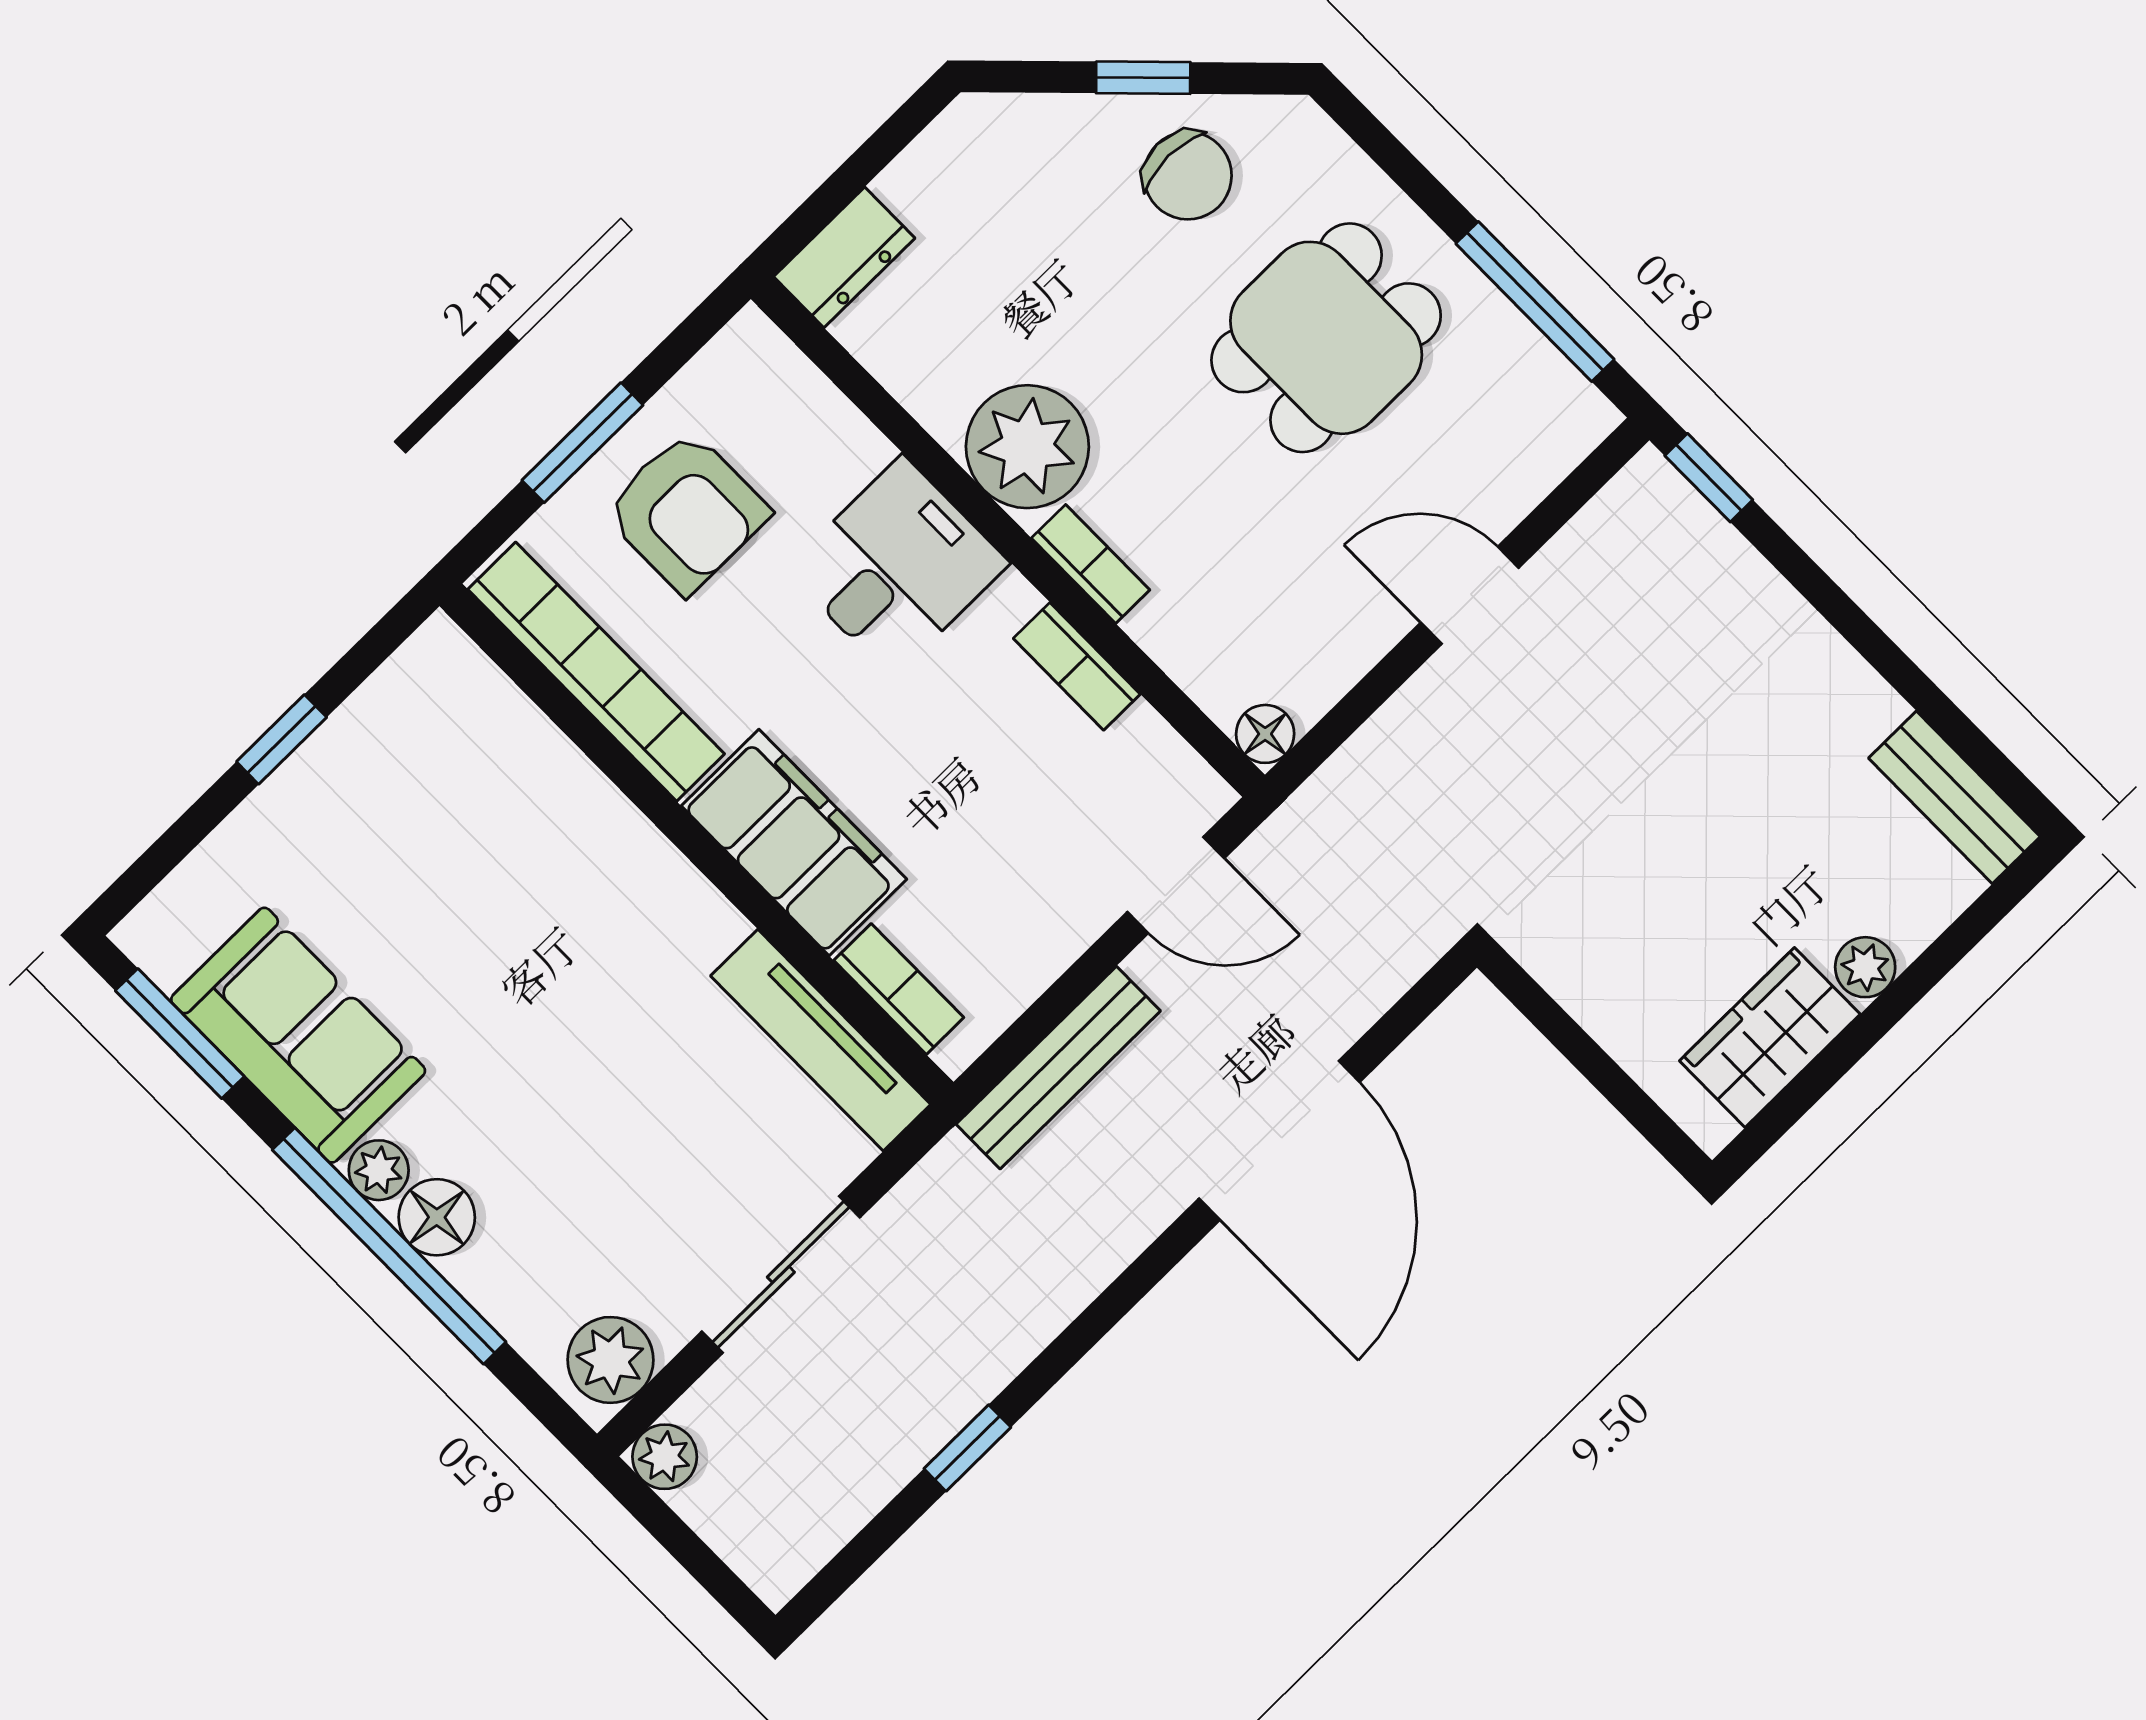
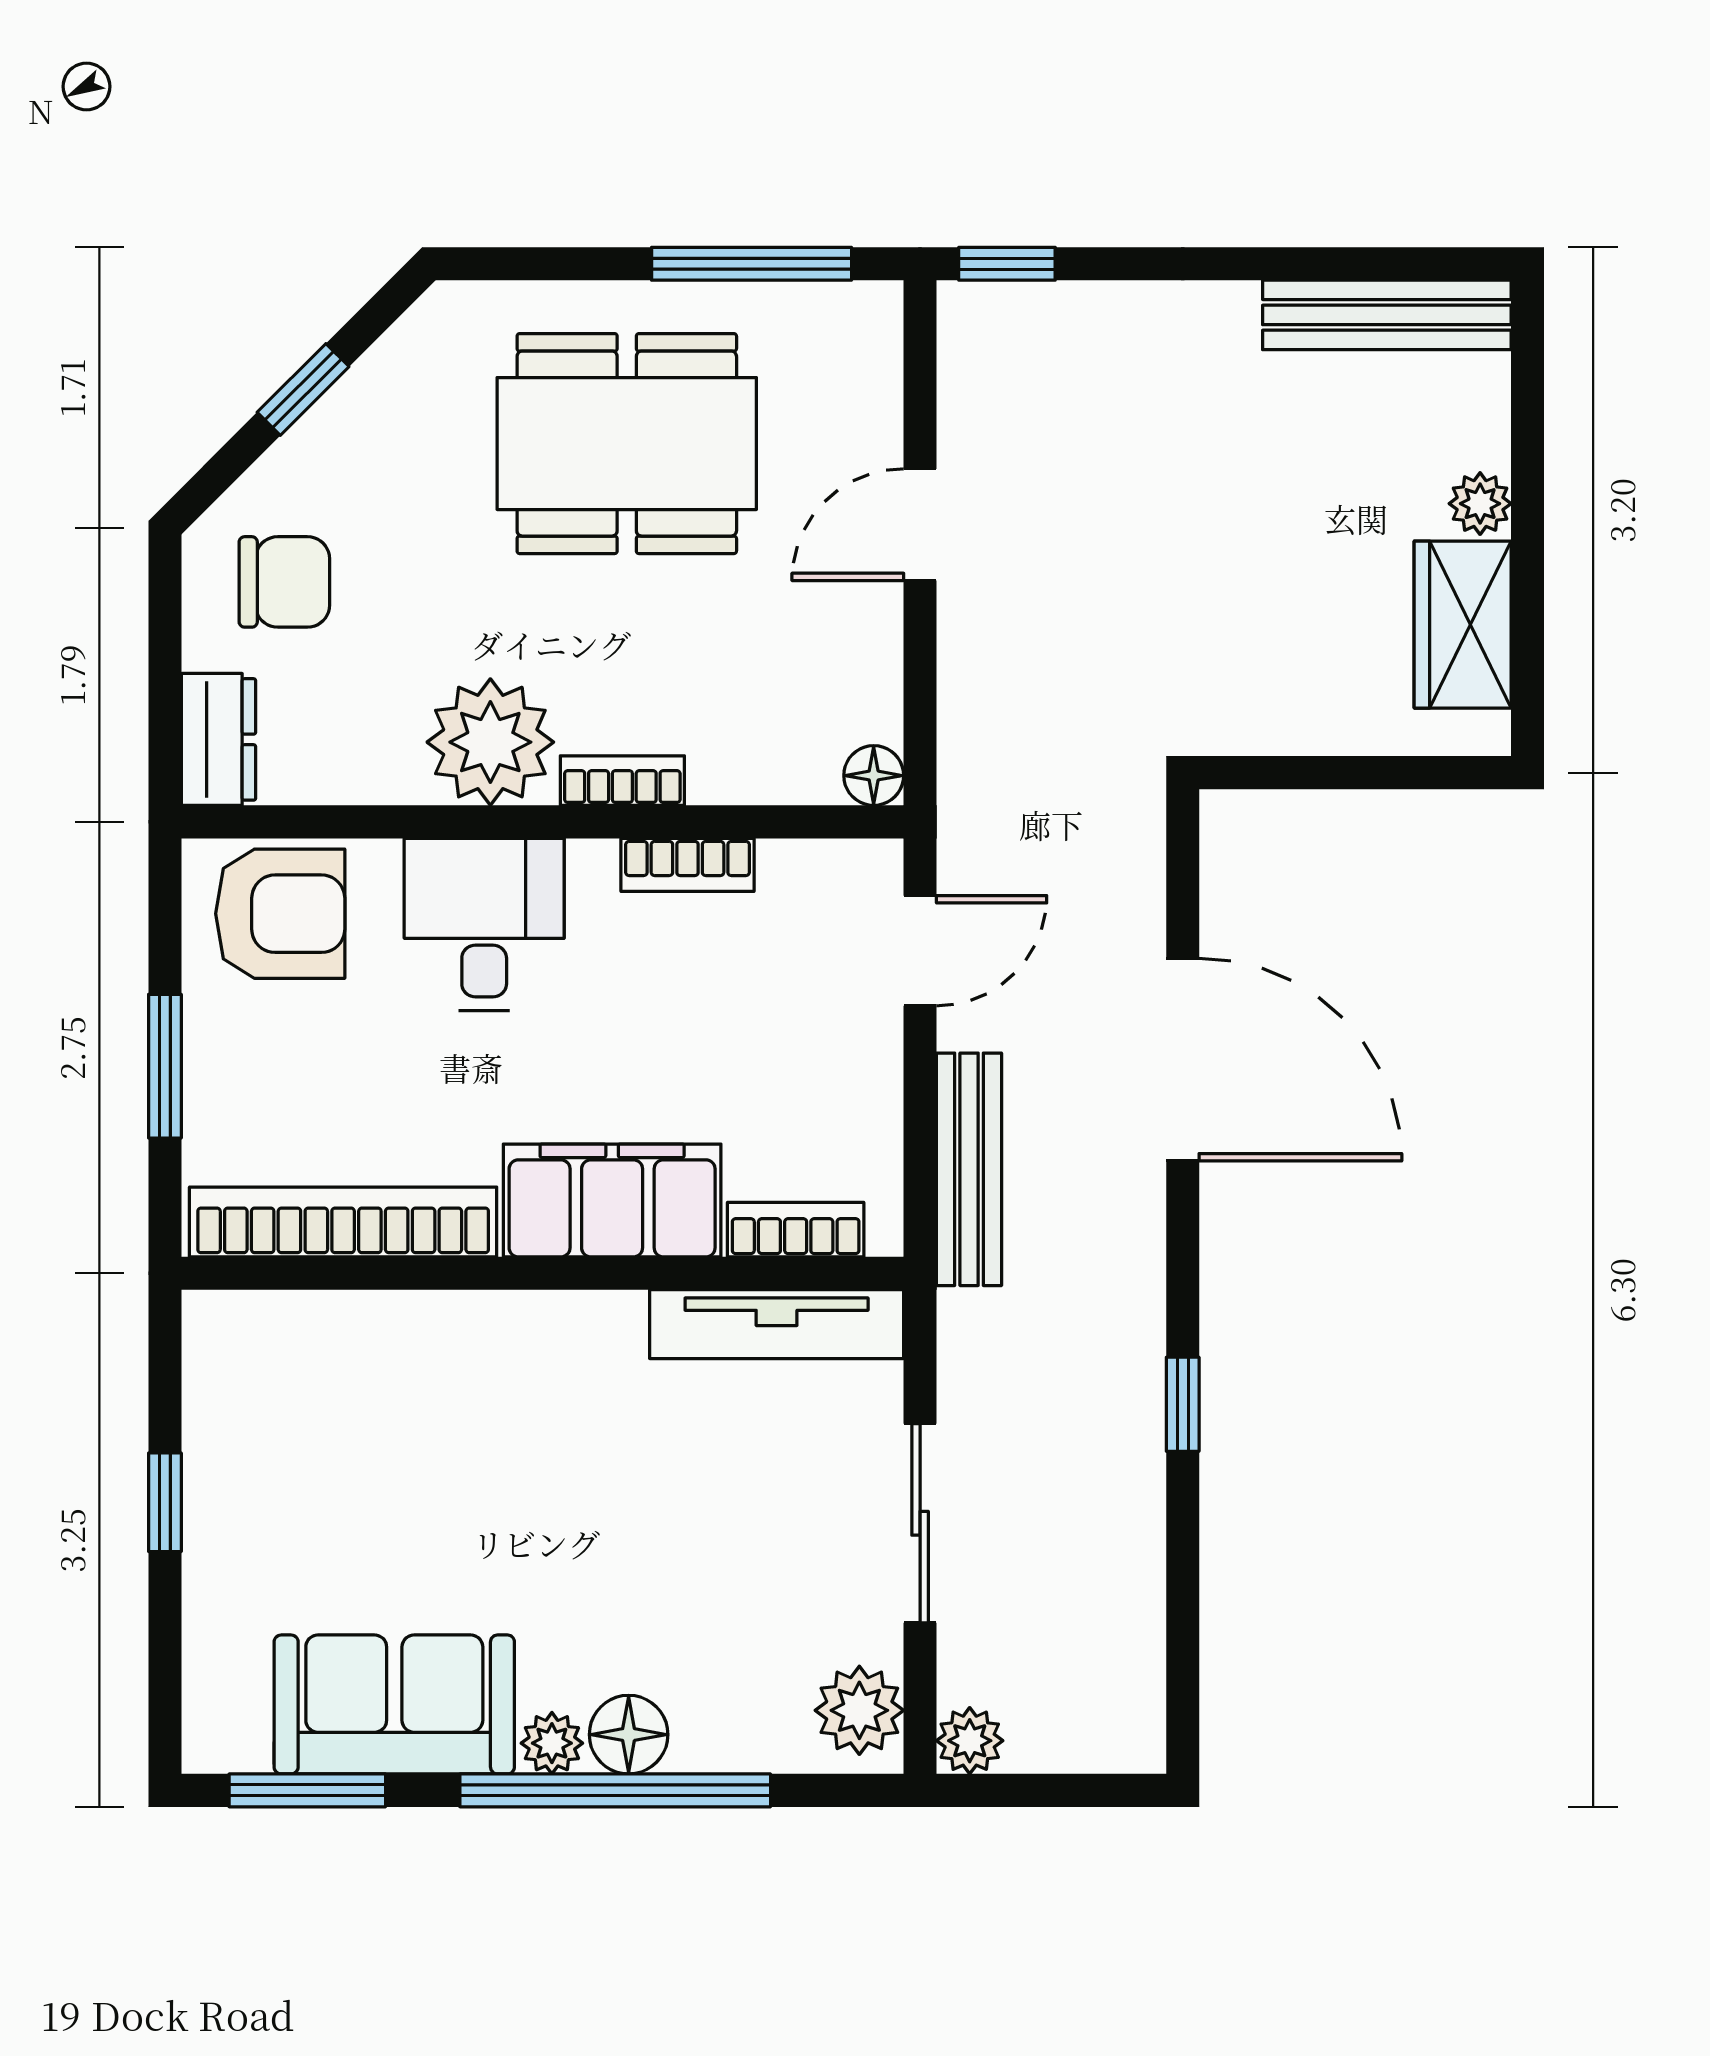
chair: (1188, 176) -> (284, 582), moved
dining table: (1326, 338) -> (627, 444), width x1.38
armchair: (687, 512) -> (280, 914), moved
bench: (1954, 797) -> (1387, 315), width x1.36
window: (967, 1448) -> (1183, 1404), moved

